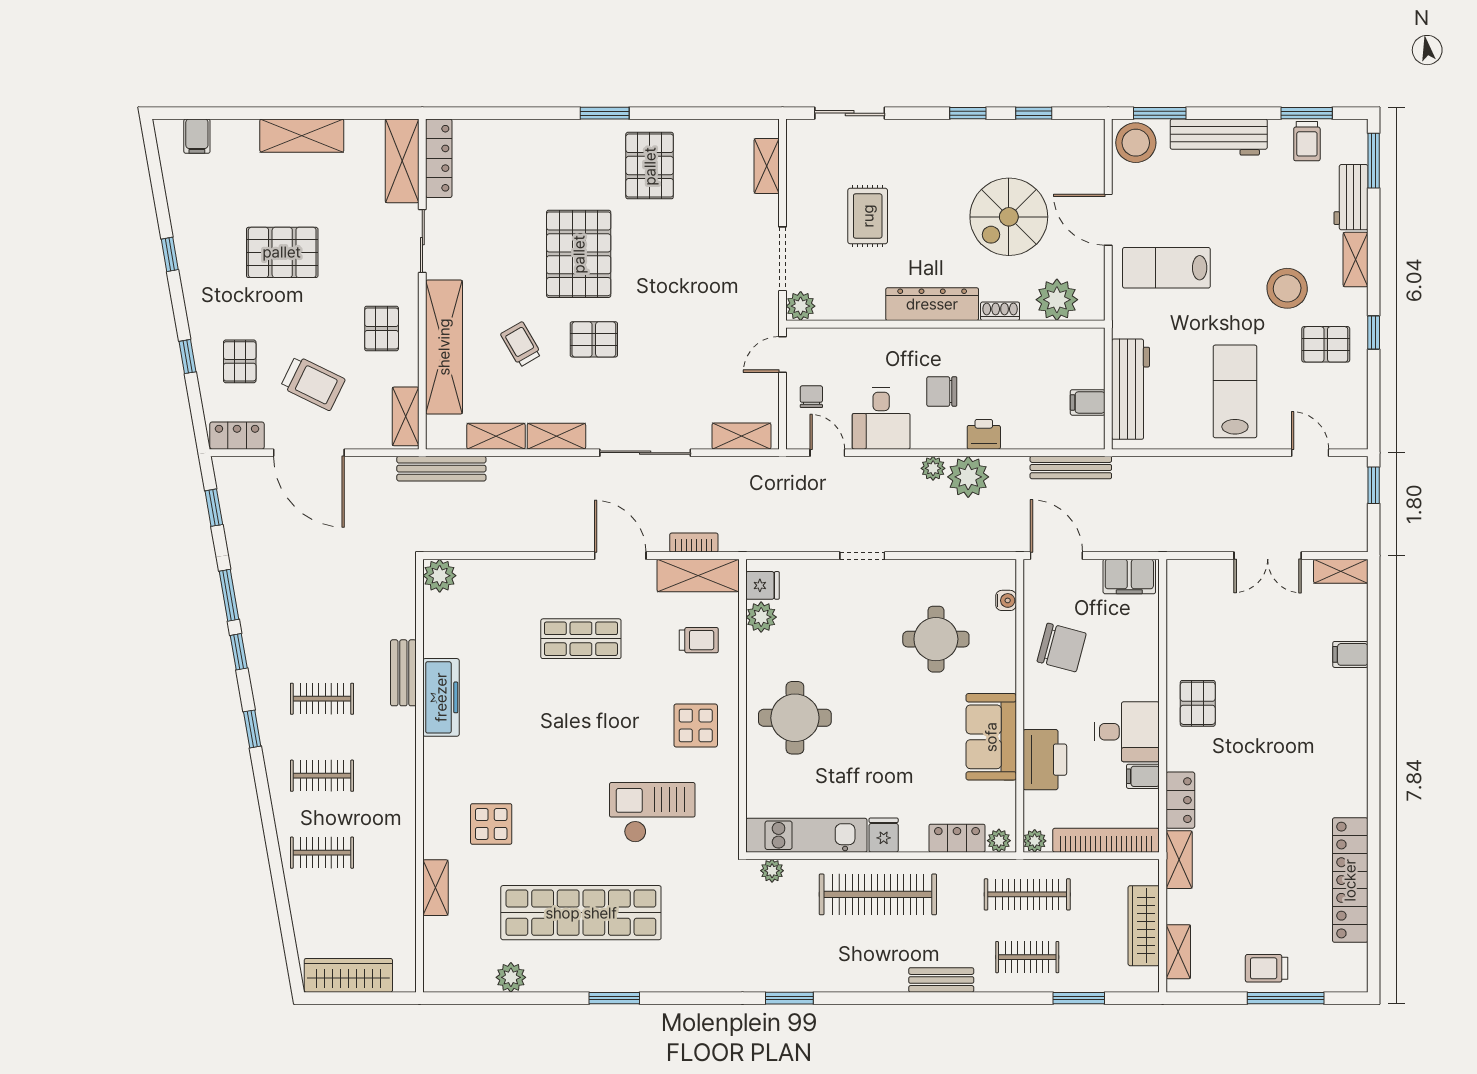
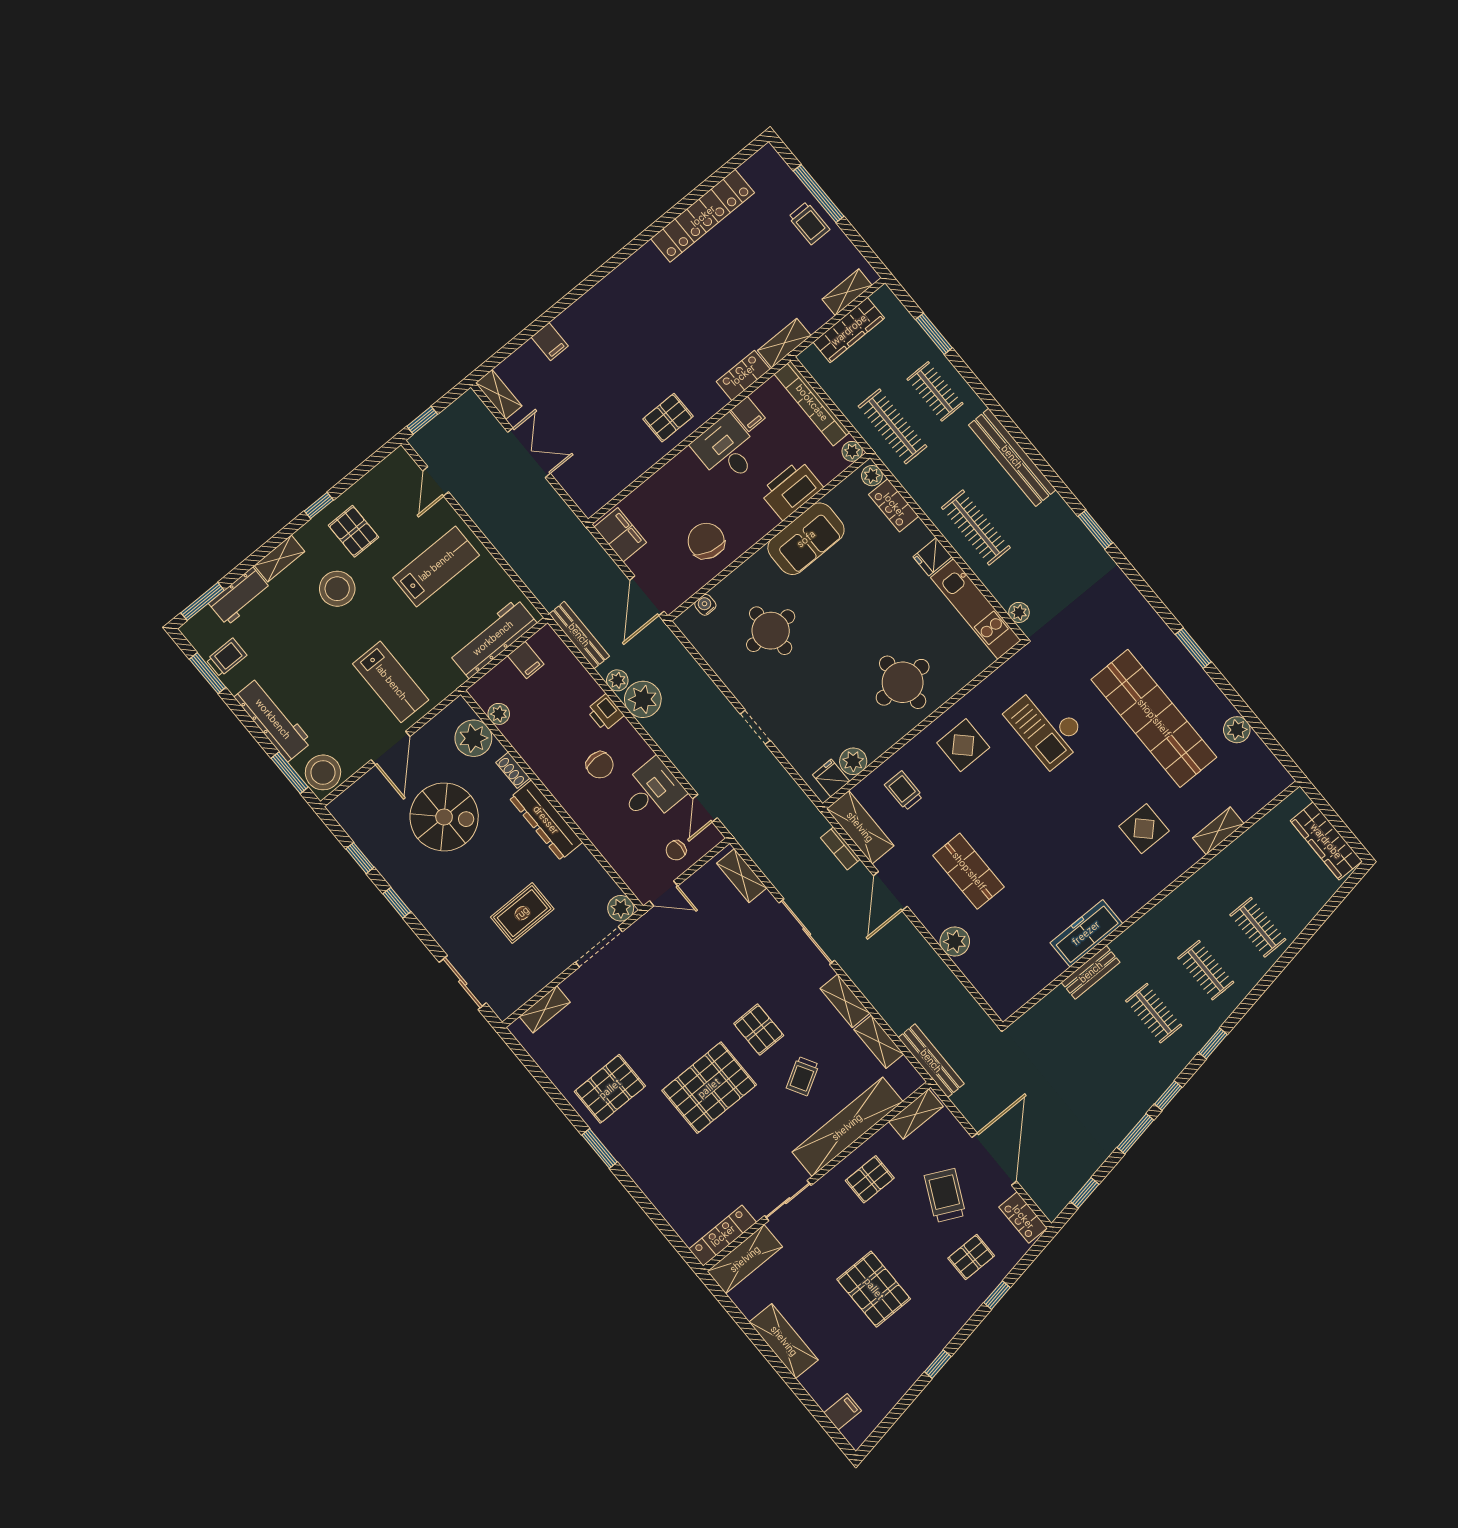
plant: (1060, 340) -> (499, 714), added
lab bench: (1235, 391) -> (436, 566), turned 180
plant: (933, 468) -> (617, 680), moved
plant: (440, 576) -> (955, 941), moved
clothes rail: (878, 894) -> (976, 528), width x0.73, depth x0.76
bench: (941, 980) -> (1012, 457), width x1.86, depth x1.21

